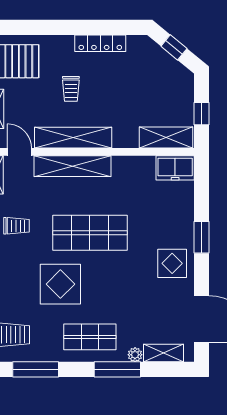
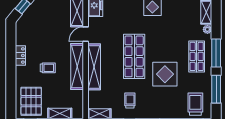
locker: (100, 43) -> (20, 55), width x0.66
door: (19, 152) -> (86, 34), moved
window: (117, 369) -> (216, 53), moved

